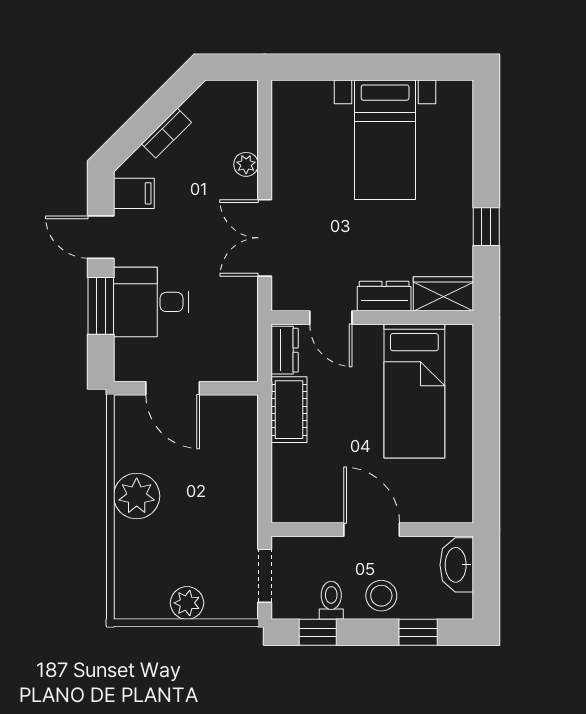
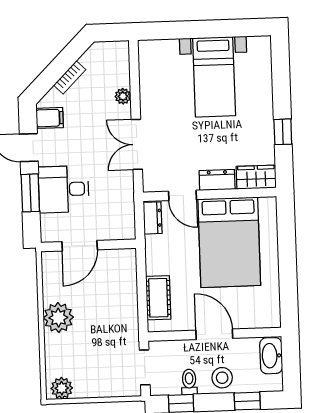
door: (173, 388) -> (80, 246), hinge flipped
bed: (414, 391) -> (229, 242), width x1.50
cot: (289, 410) -> (158, 298), moved
plant: (187, 603) -> (62, 388), moved

